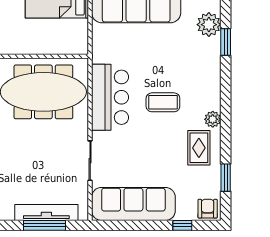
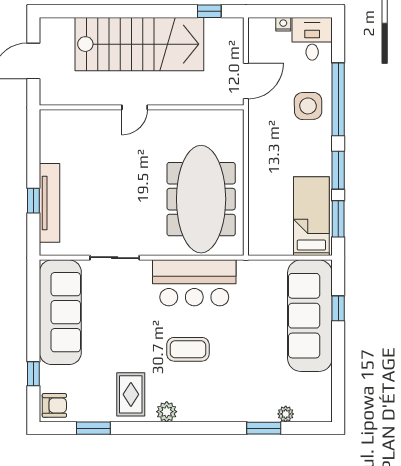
plant: (209, 25) -> (286, 414), width x0.53, depth x0.53
coffee table: (163, 102) -> (188, 349), turned 90
rug: (199, 148) -> (131, 394), turned 90
window: (45, 225) -> (33, 201), width x0.46

